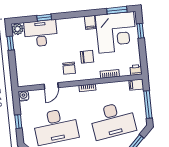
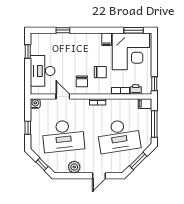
plant: (18, 29) -> (36, 39), removed
window: (140, 31) -> (154, 84), moved
desk: (41, 33) -> (43, 71), moved, turned -90
printer: (136, 70) -> (136, 90), moved
door: (51, 86) -> (63, 97), swing flipped

